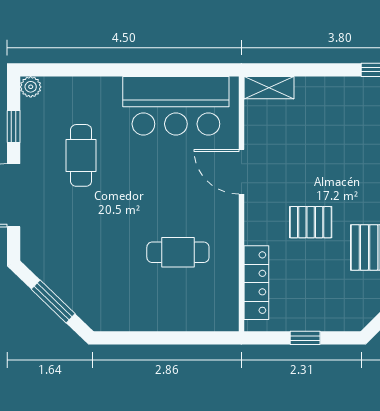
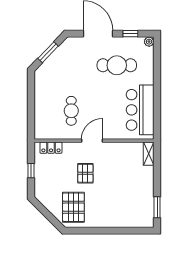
cafe table: (81, 155) -> (117, 65), width x1.37, depth x1.35
door: (241, 172) -> (92, 141), moved
locker: (256, 283) -> (51, 148), width x0.66

